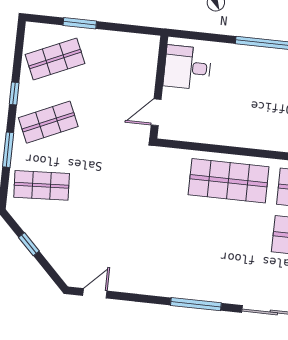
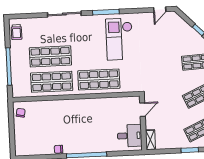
shelving: (150, 54) -> (150, 140), added
checkout: (179, 250) -> (119, 39), added

